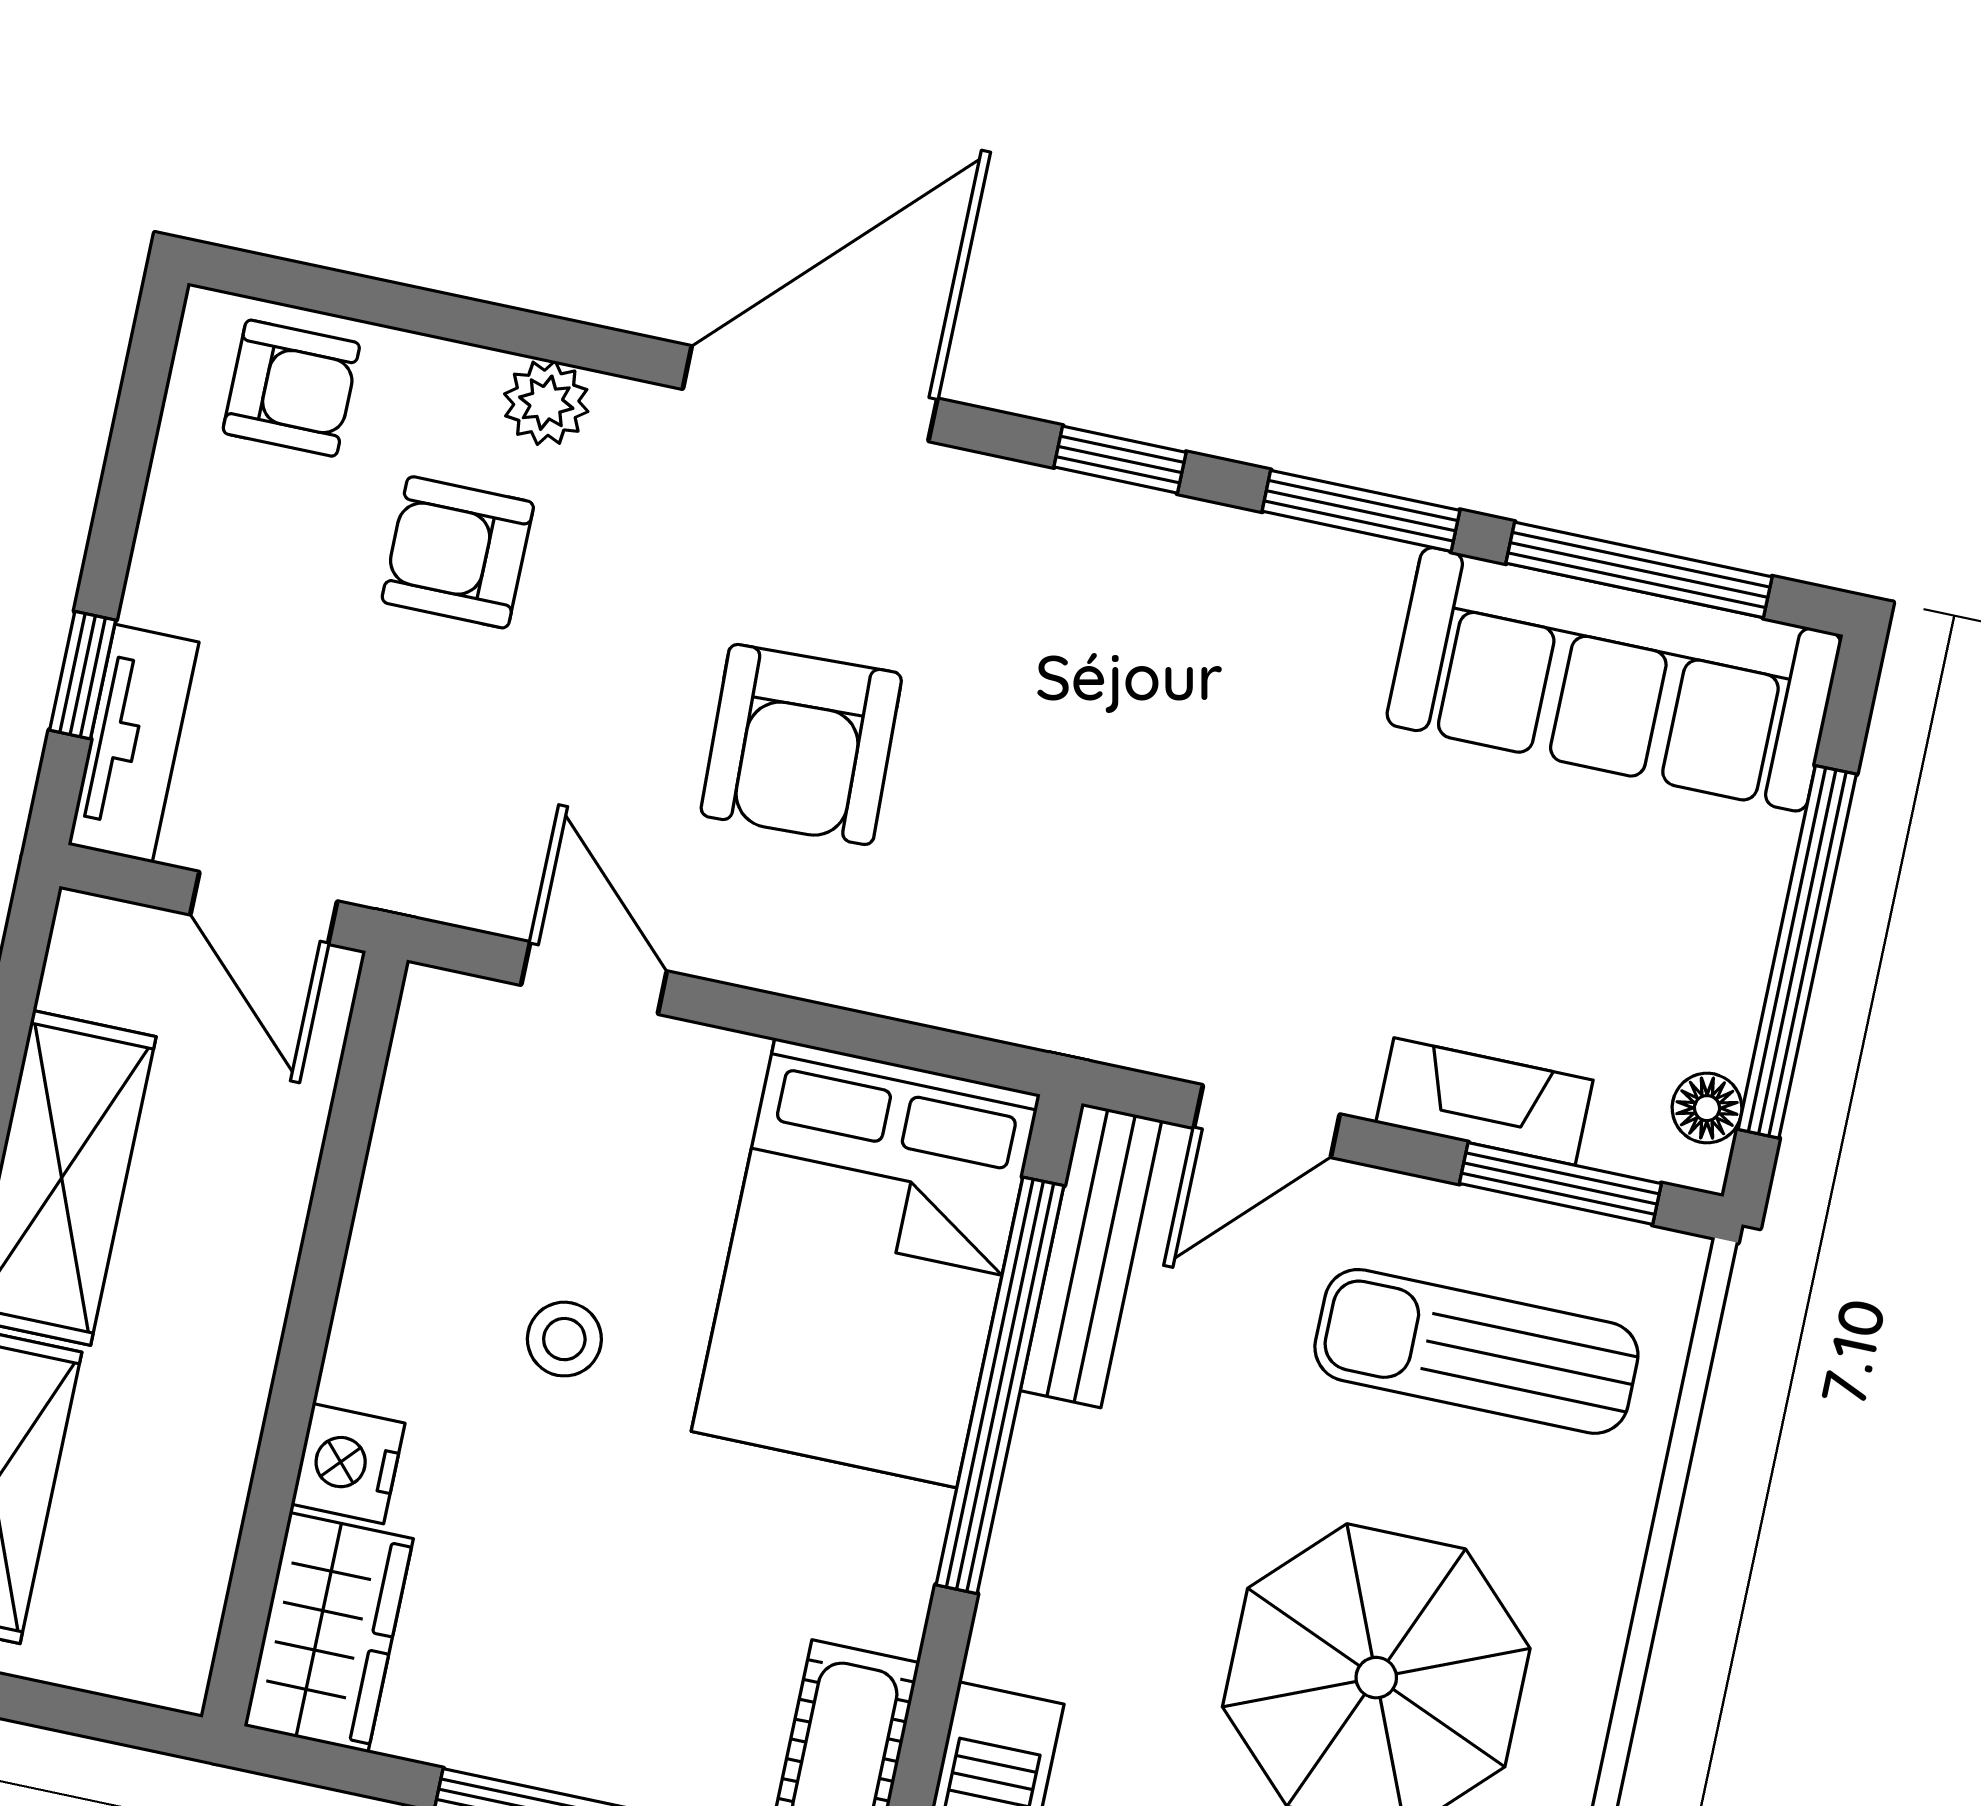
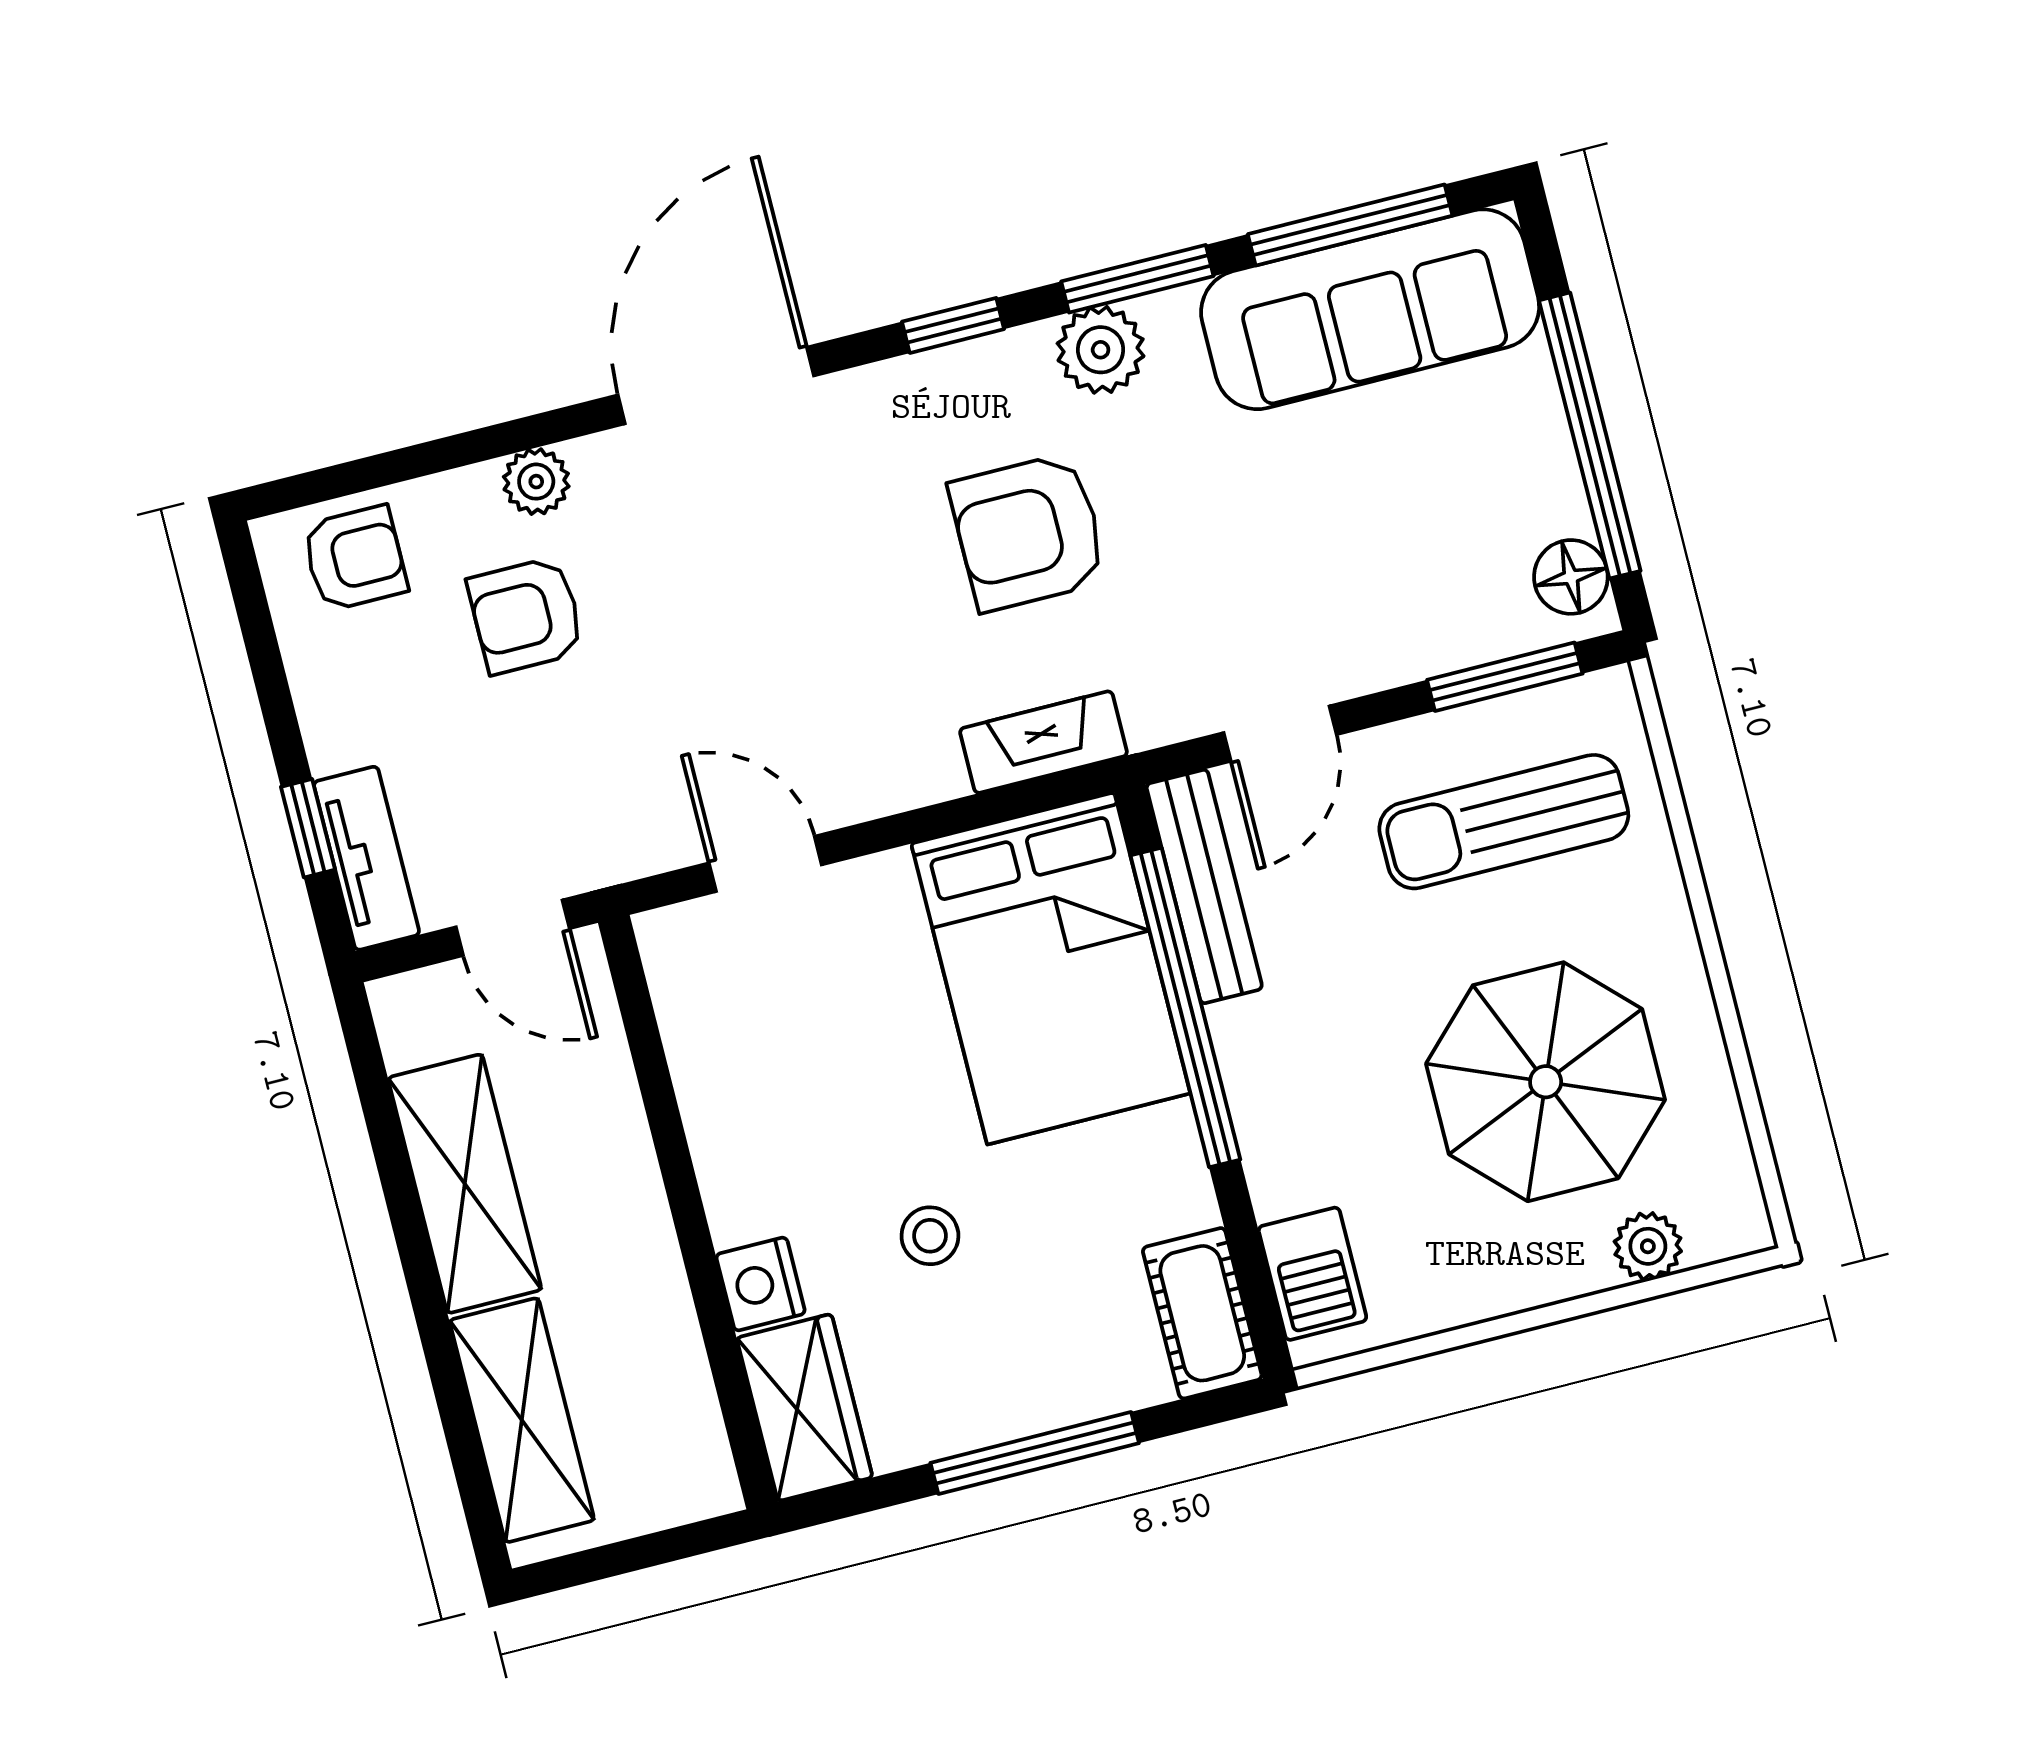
plant: (1278, 572) -> (1101, 350), added
armchair: (801, 744) -> (1028, 532), moved, turned 92
fireplace: (1484, 1101) -> (1044, 742), moved
floor lamp: (1707, 1108) -> (1571, 577), width x1.37, depth x1.37
stool: (564, 1339) -> (930, 1236), moved

